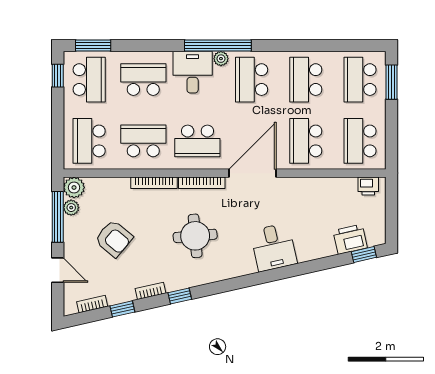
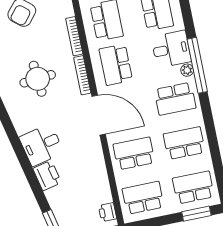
school desk: (252, 80) -> (175, 99), turned 180
printer: (350, 239) -> (47, 176), moved

